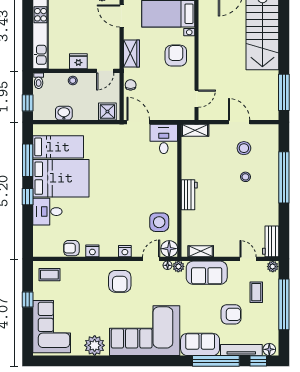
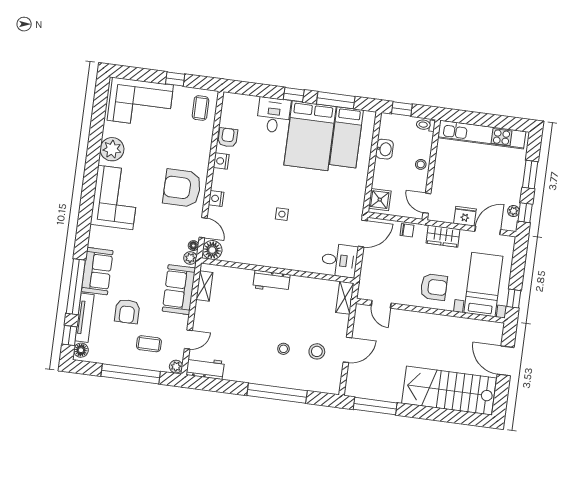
fridge: (78, 61) -> (465, 216), moved, turned -90
side table: (159, 222) -> (282, 214), moved, width x0.54, depth x0.54
armchair: (120, 281) -> (182, 188), width x1.36, depth x1.36
corner sofa: (145, 331) -> (115, 198), width x0.73, depth x0.74

